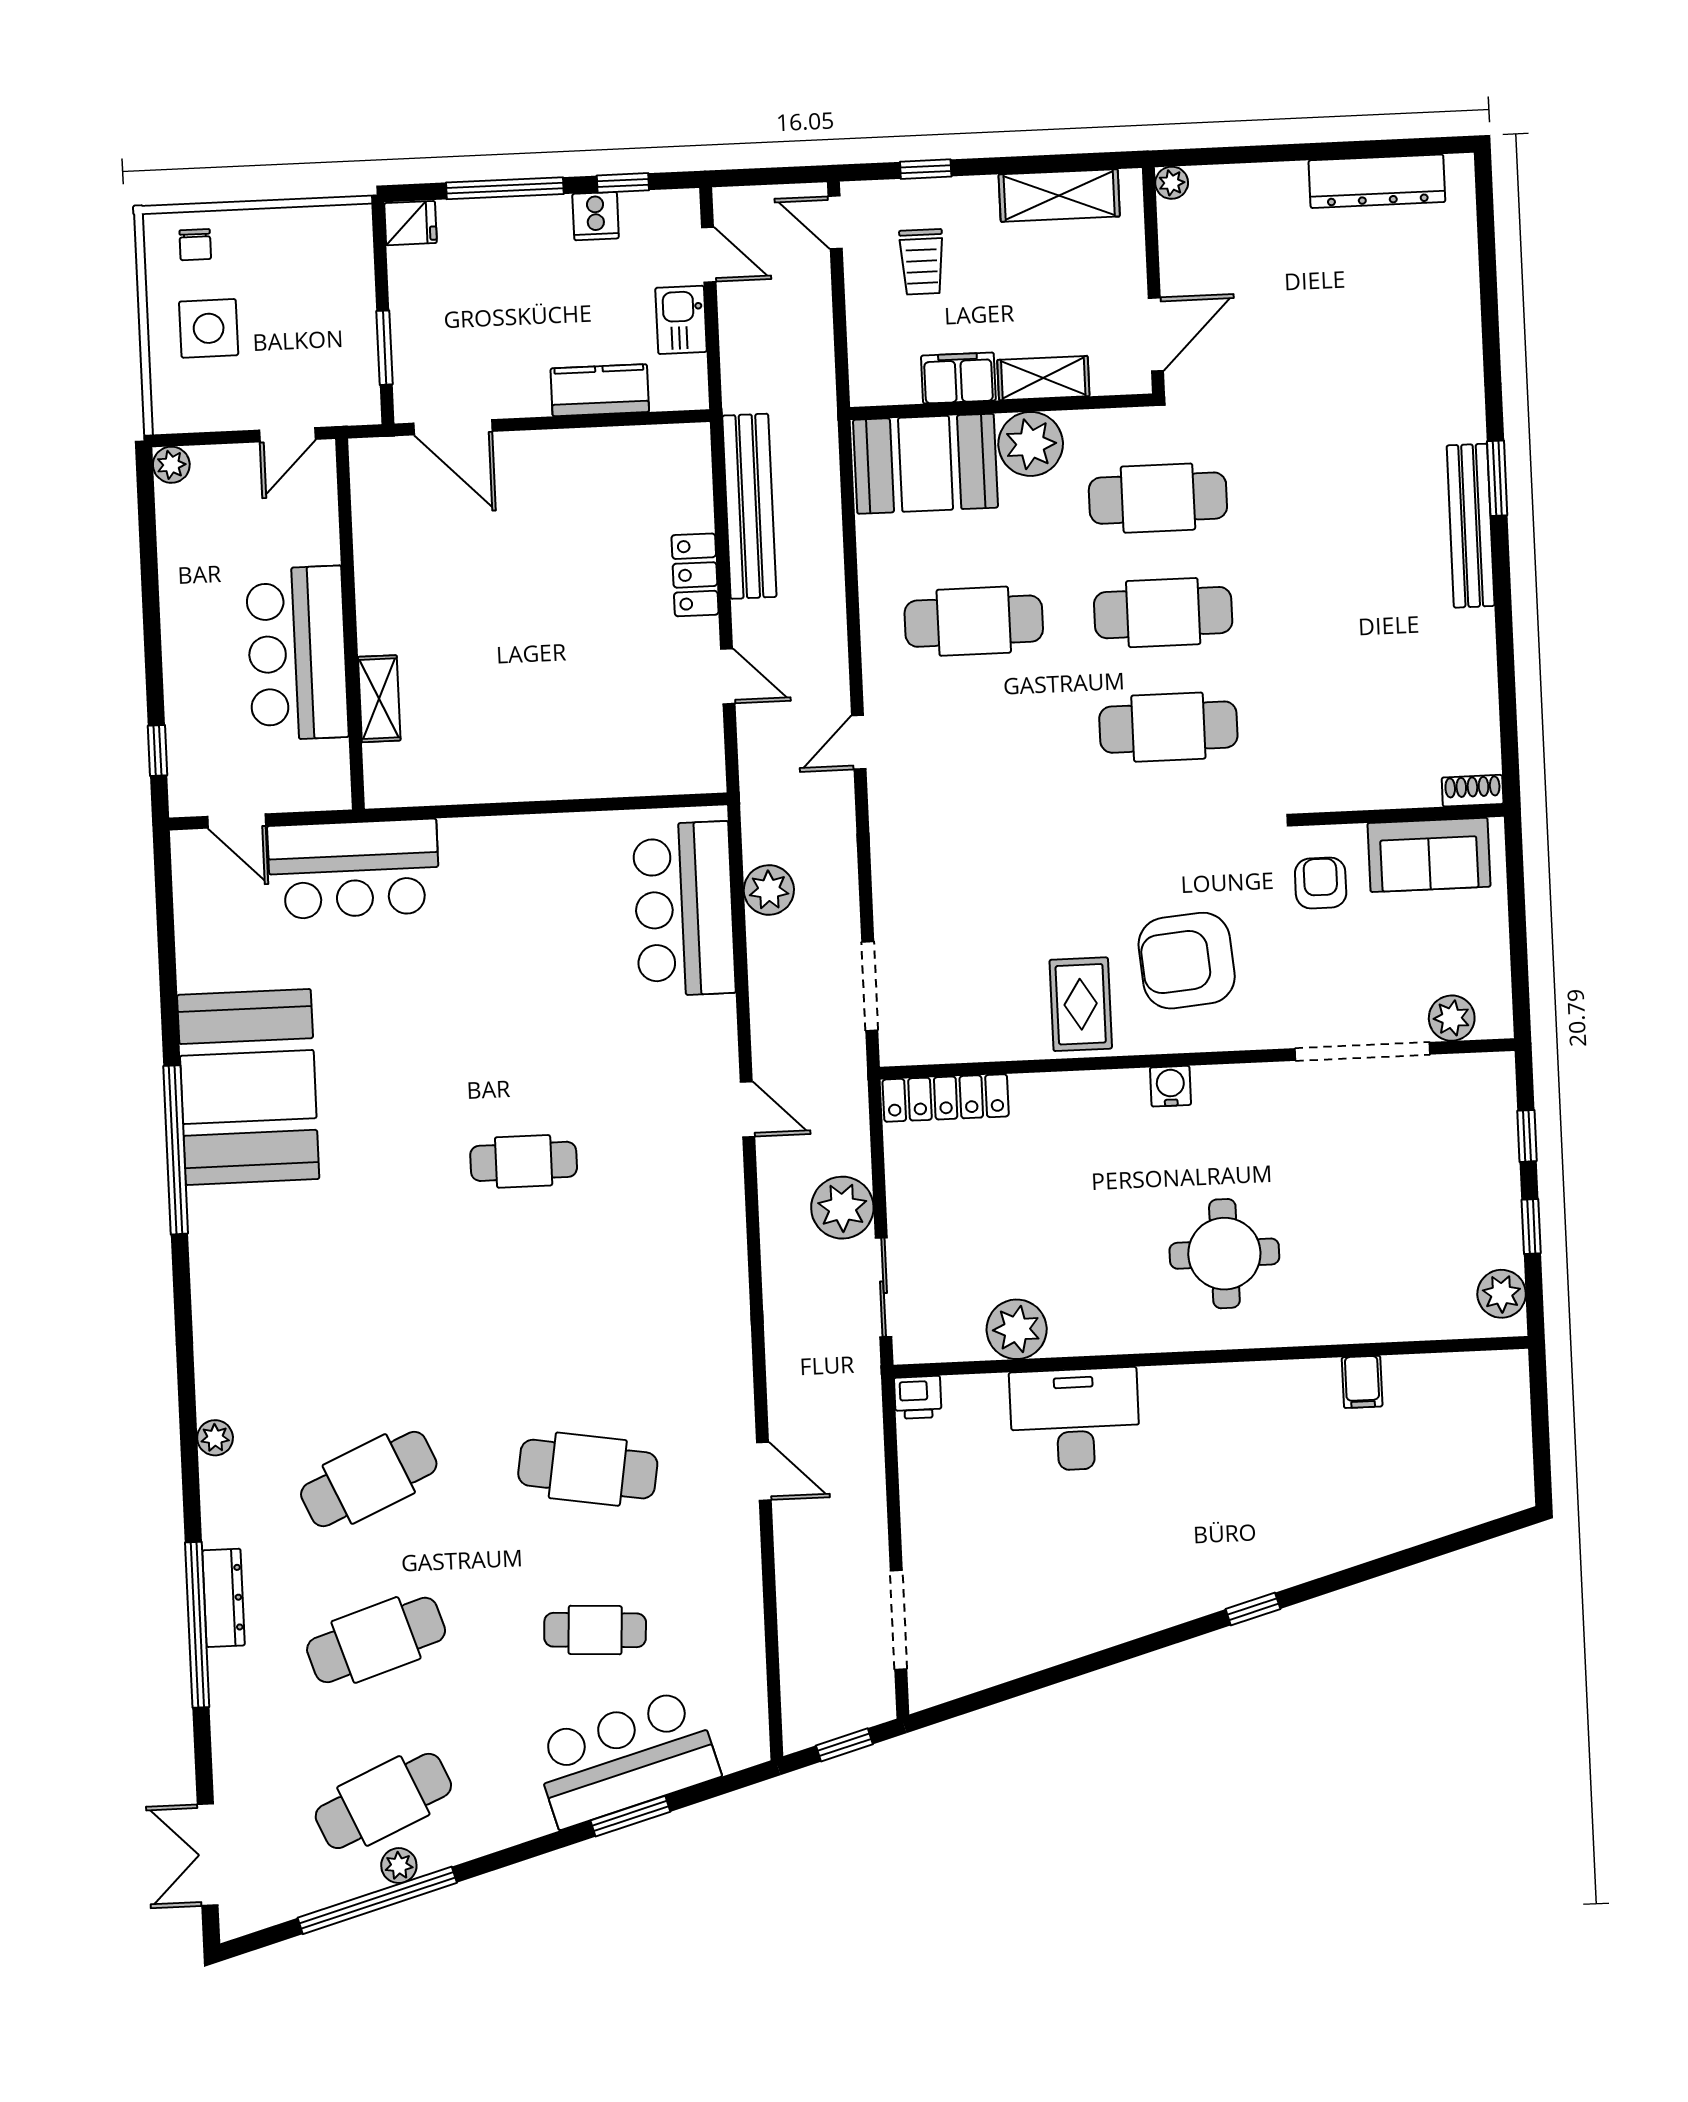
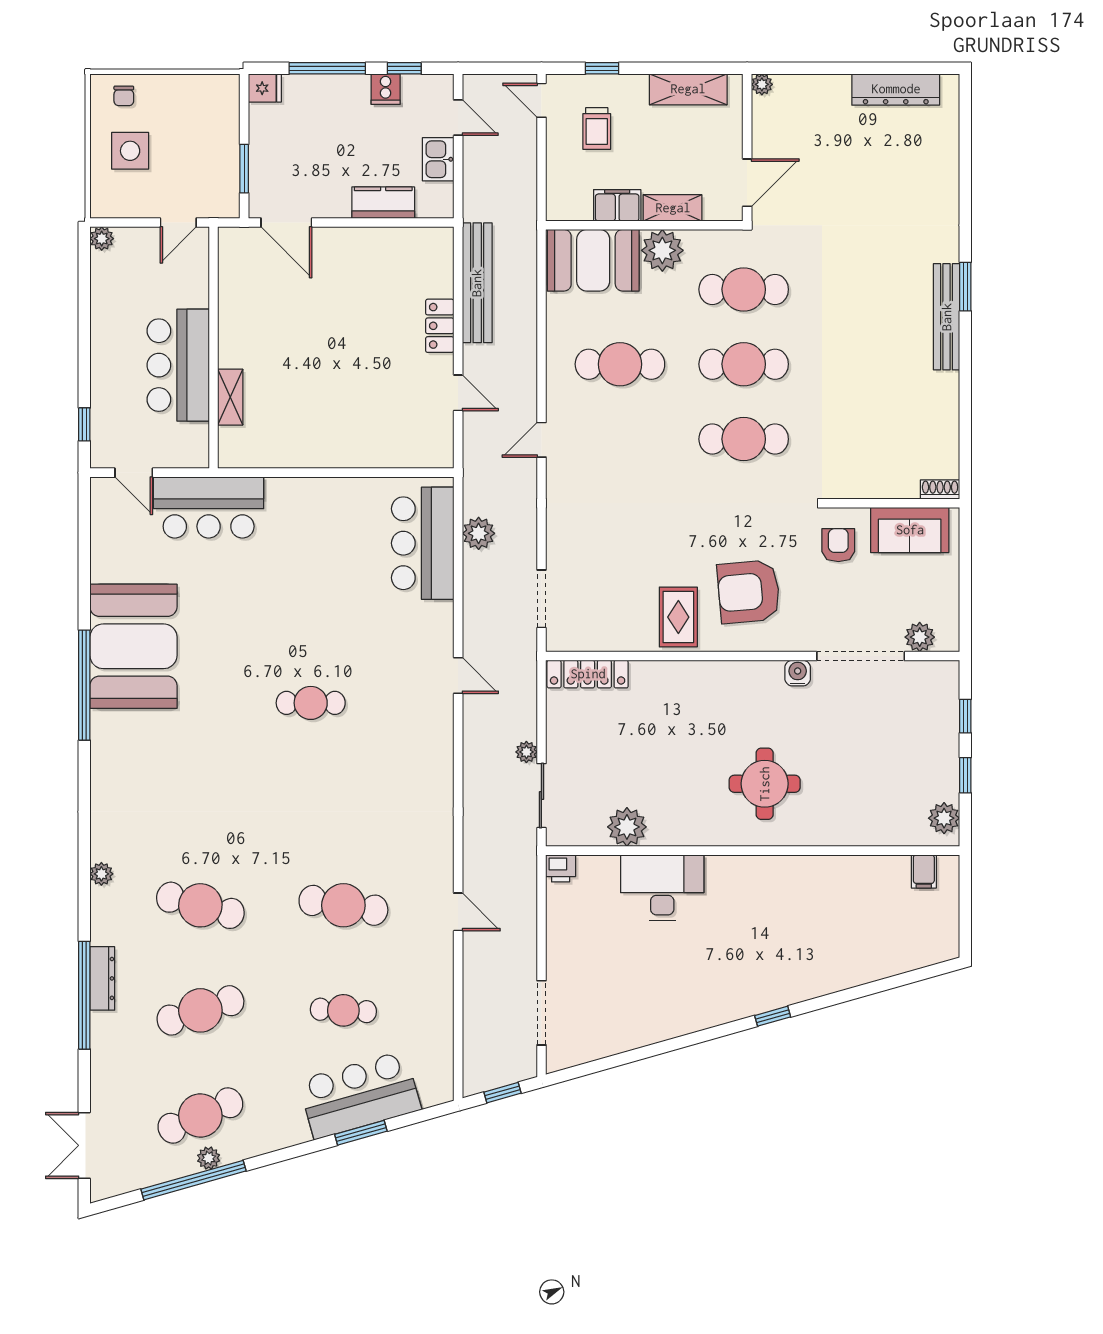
water cooler: (1170, 1086) -> (798, 673), moved
plant: (842, 1208) -> (526, 752), width x0.53, depth x0.53
filing cabinet: (1362, 1382) -> (924, 871), moved
cafe table: (369, 1479) -> (200, 905), turned 39

